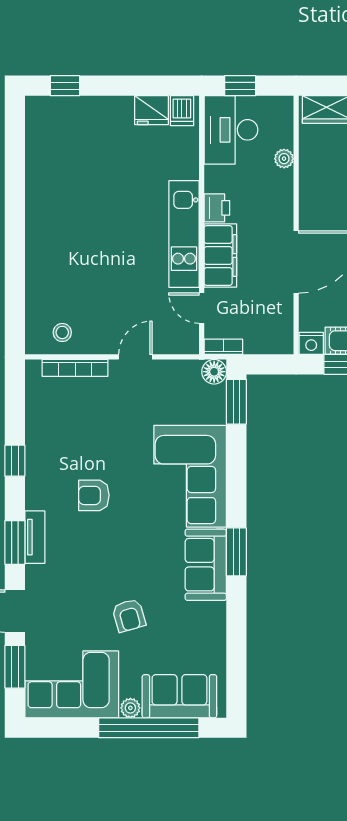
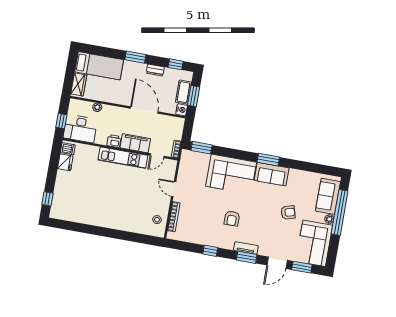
floor lamp: (214, 372) -> (186, 155), removed

